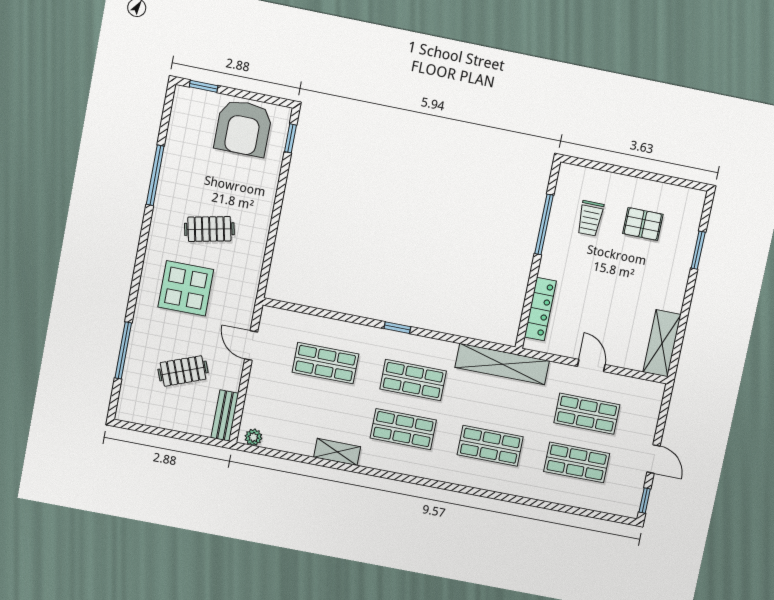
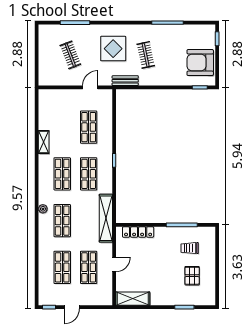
bench: (225, 416) -> (125, 81), moved
plant: (253, 437) -> (43, 209), moved

